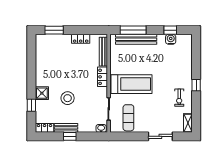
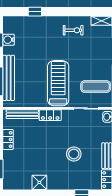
window: (196, 85) -> (35, 12), moved
shower: (42, 93) -> (39, 182), moved

